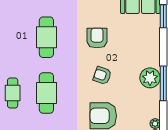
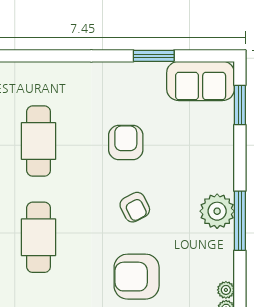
armchair: (102, 76) -> (135, 207), turned -136

